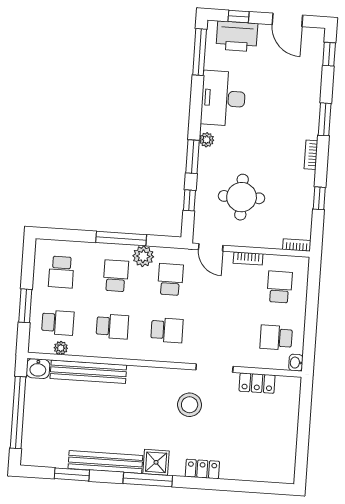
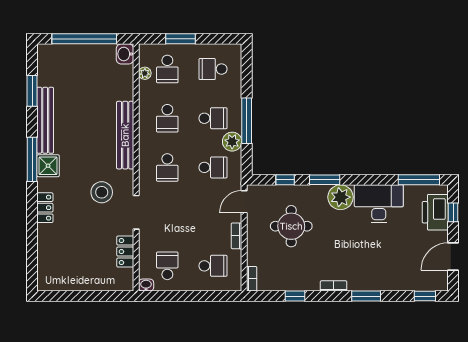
plant: (207, 140) -> (341, 197), width x1.87, depth x1.87
bench: (88, 372) -> (125, 135), moved

